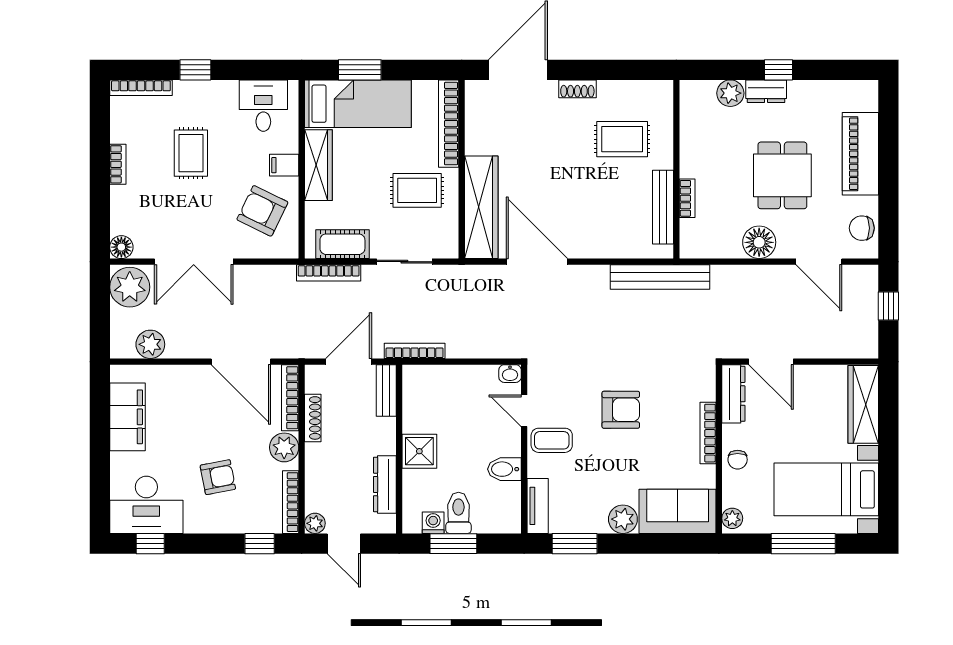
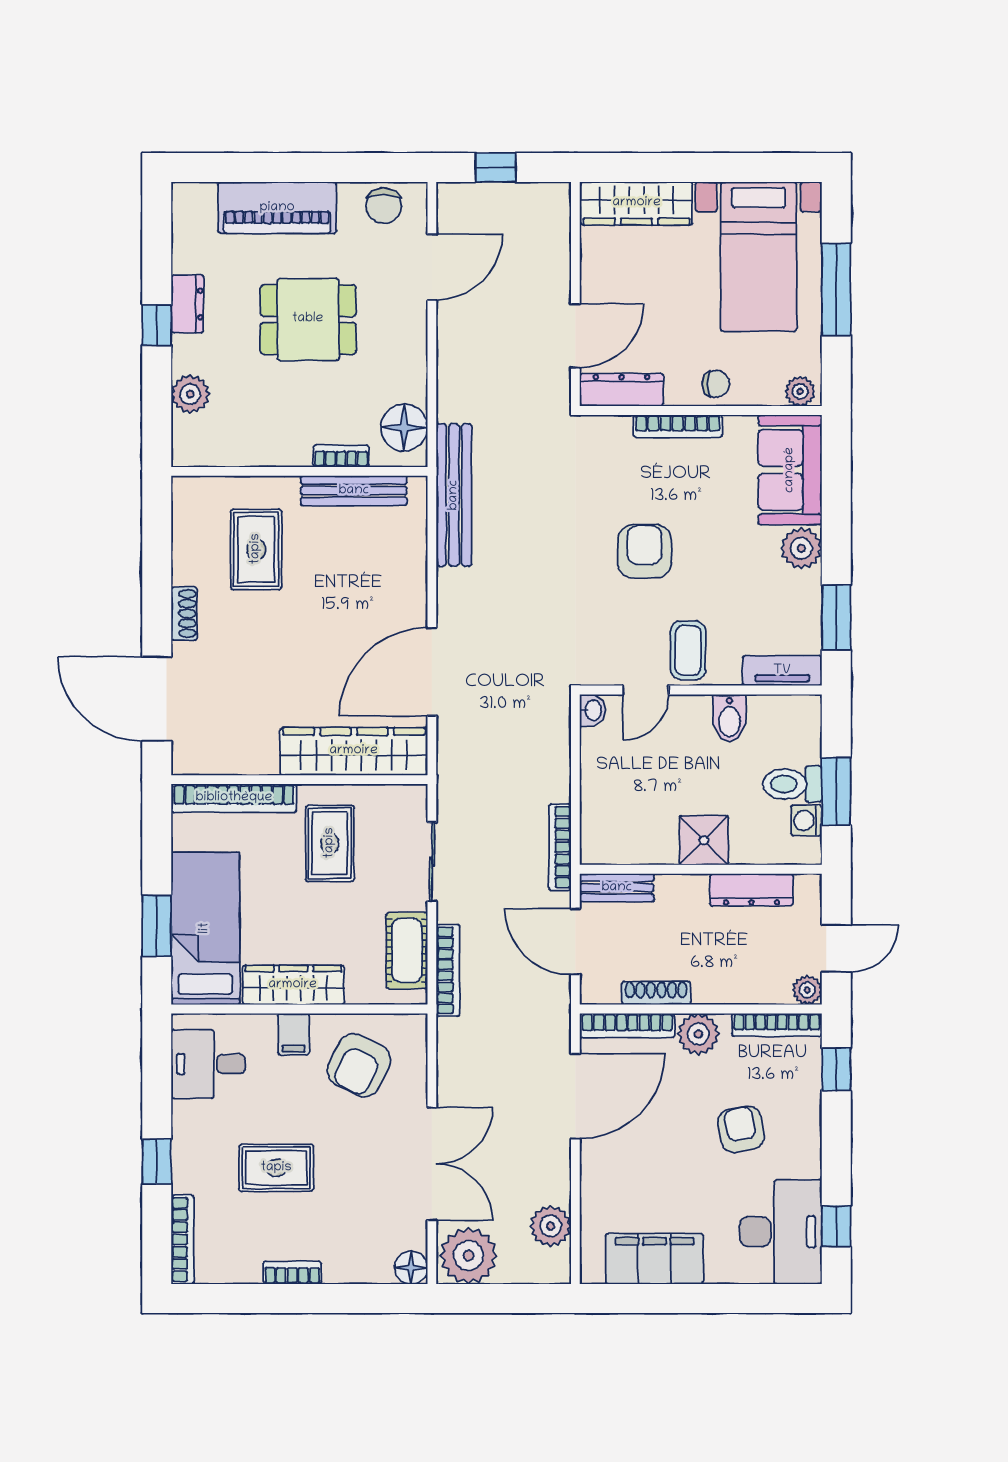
dresser: (766, 91) -> (187, 304), moved
floor lamp: (759, 242) -> (404, 428), moved

